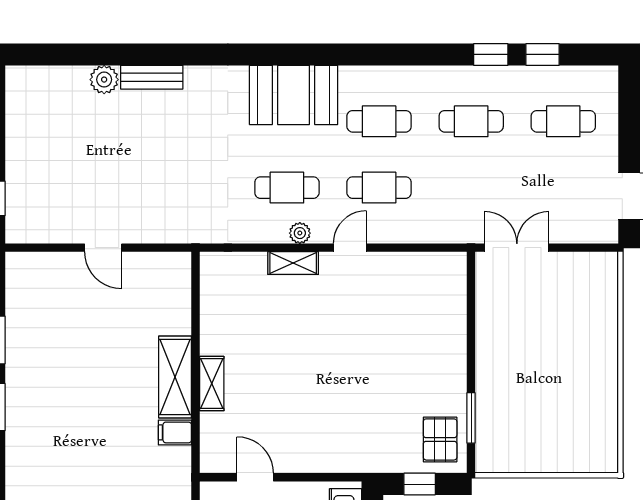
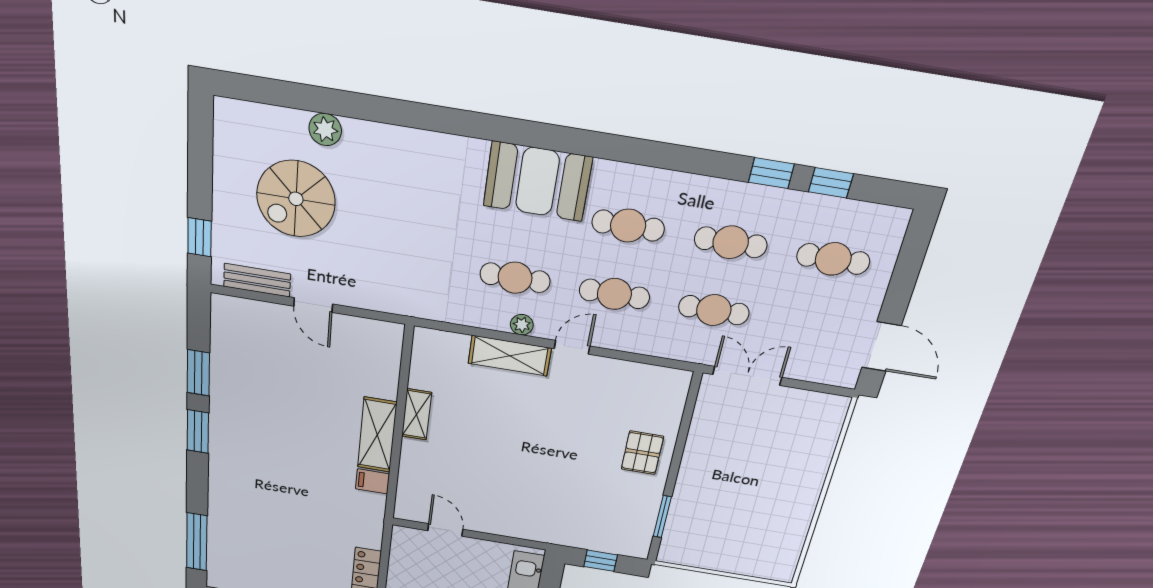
bench: (152, 77) -> (257, 280), moved
spiral stairs: (82, 147) -> (296, 199), added
cafe table: (471, 188) -> (714, 310), added
shelving: (293, 263) -> (510, 356), width x1.50, depth x1.33
shelving: (212, 384) -> (417, 414), moved
pallet: (440, 439) -> (642, 453), moved

